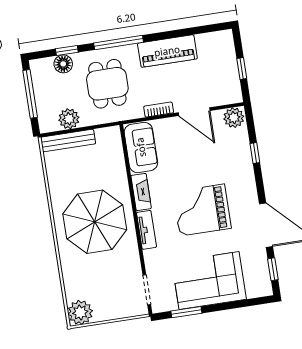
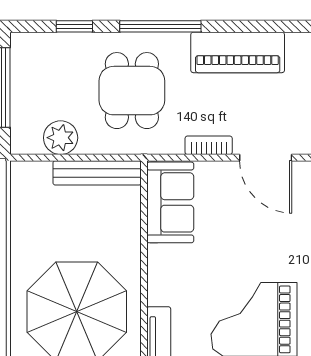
floor lamp: (63, 64) -> (65, 47), removed
bench: (68, 141) -> (97, 173), moved
fireplace: (141, 192) -> (159, 275), removed

